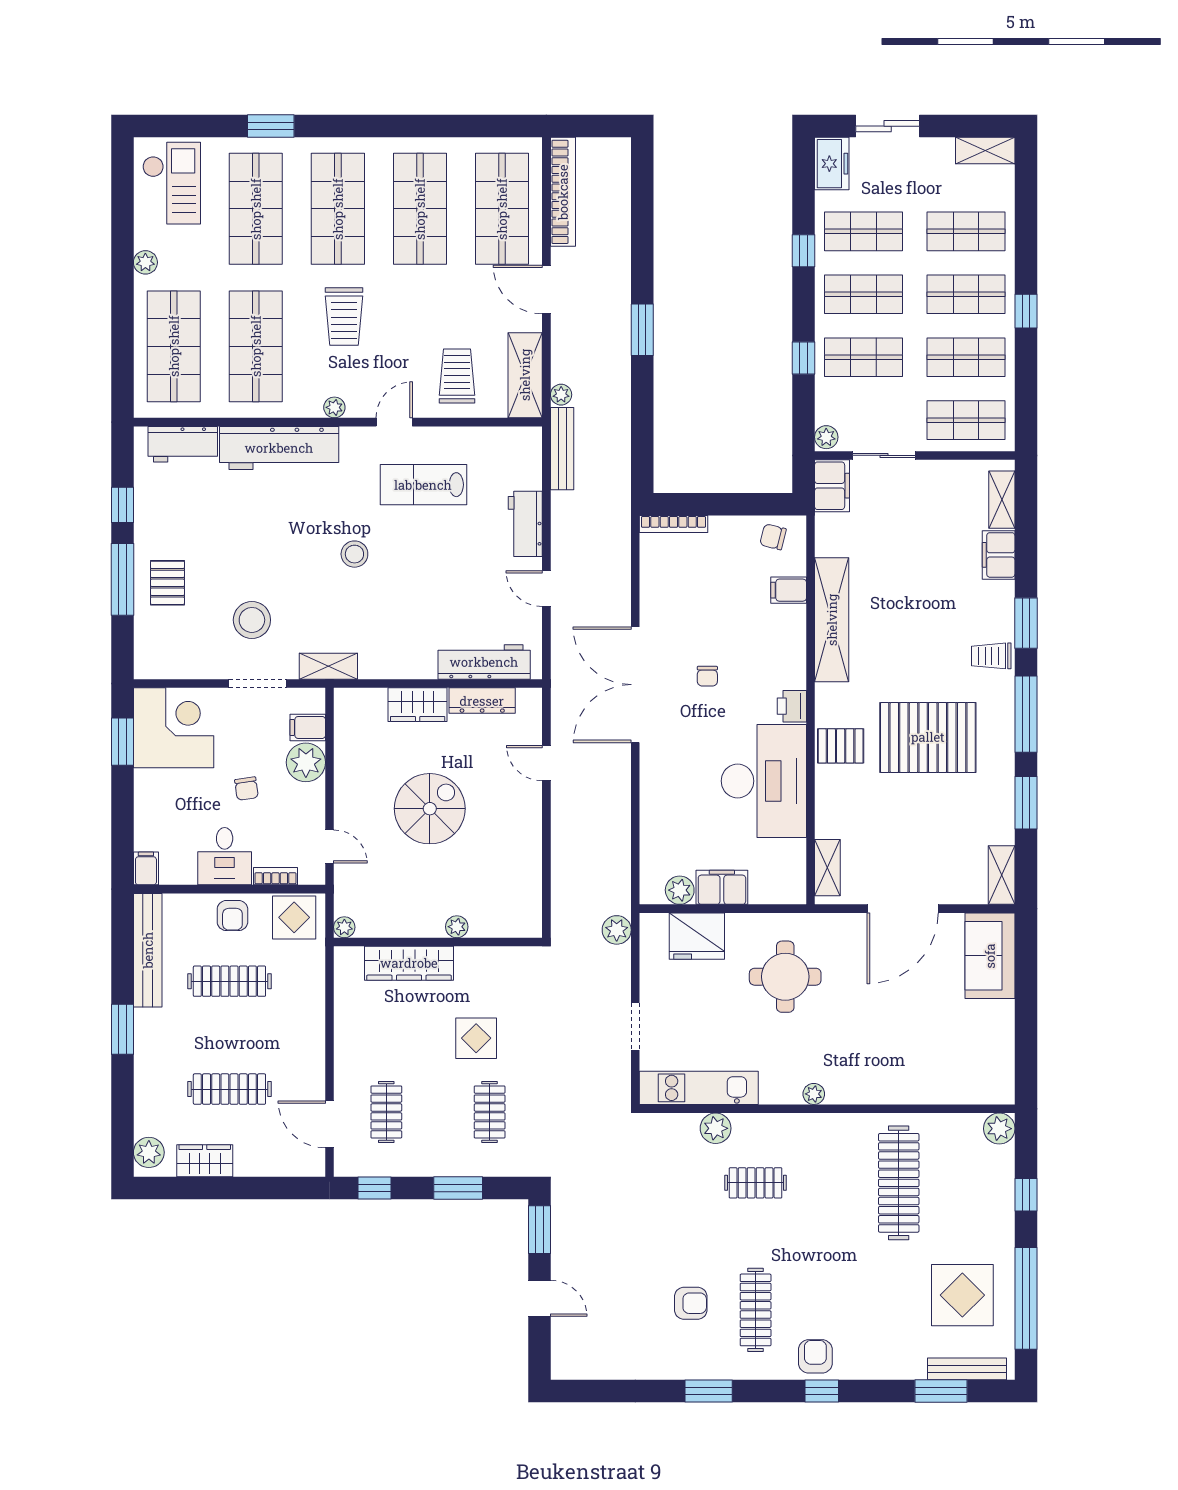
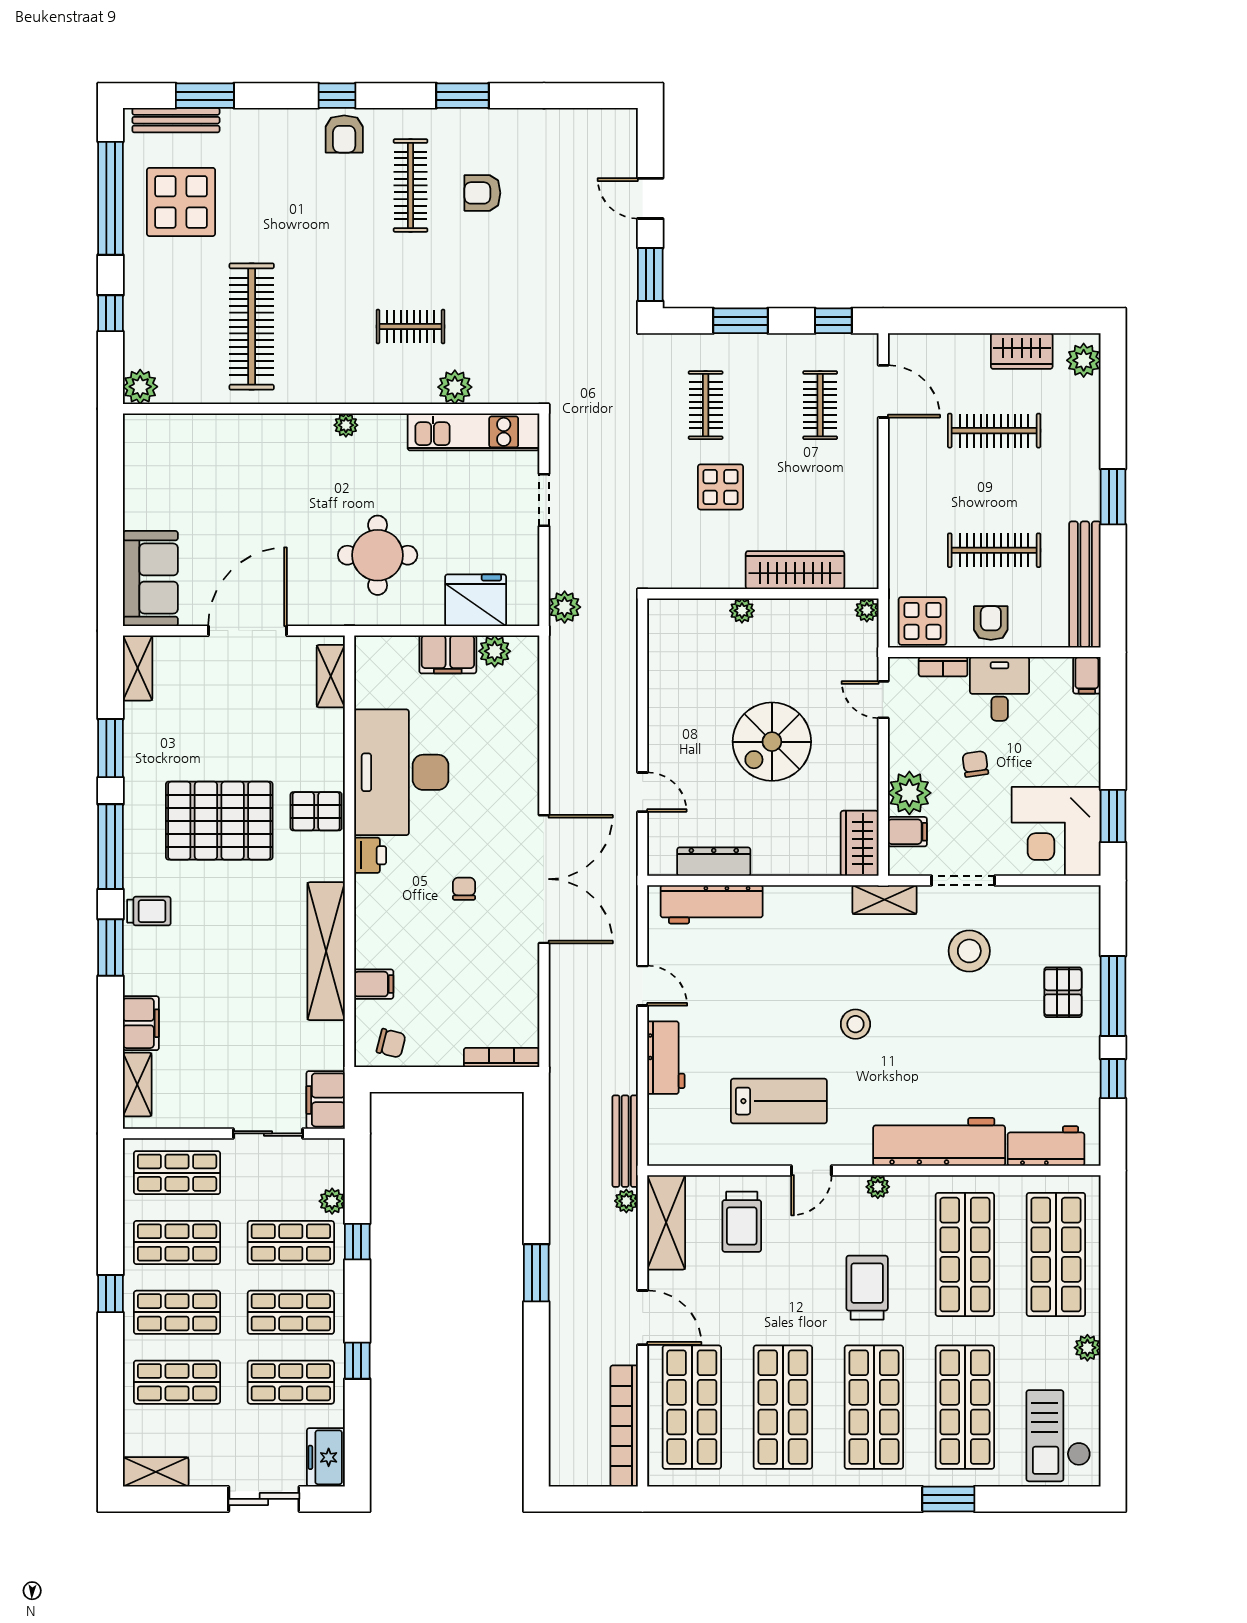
plant: (826, 437) -> (332, 1201), moved
wardrobe: (418, 705) -> (860, 843), moved, turned -90

